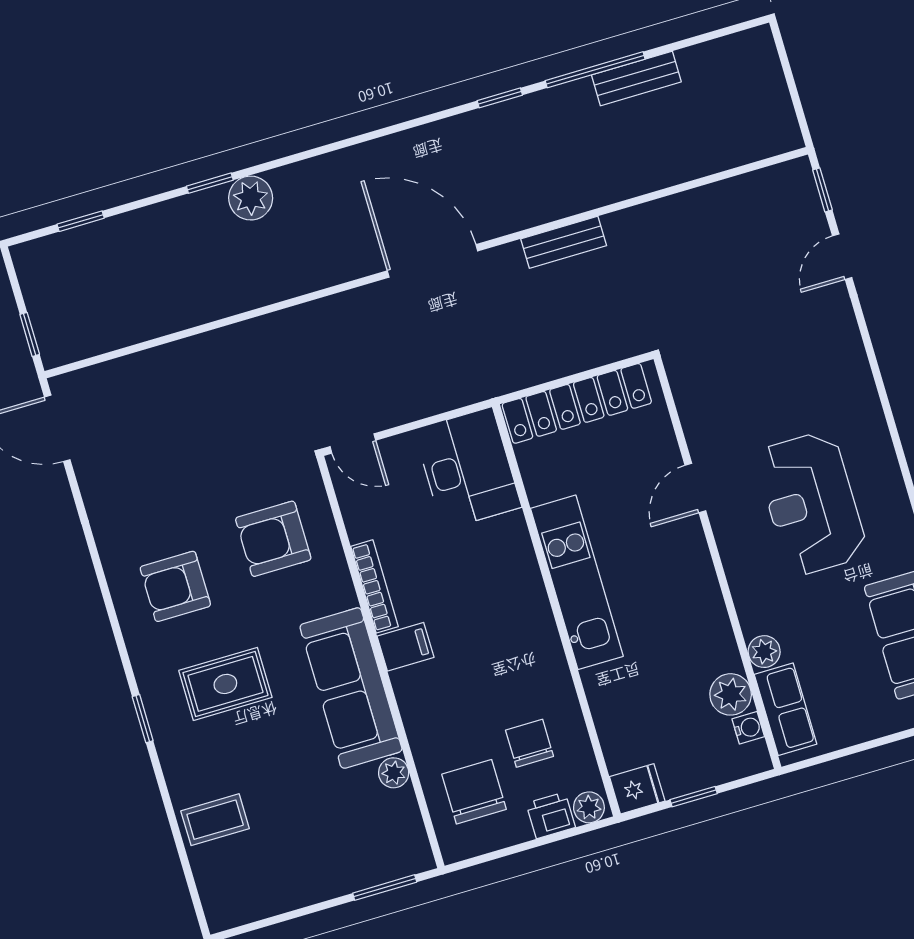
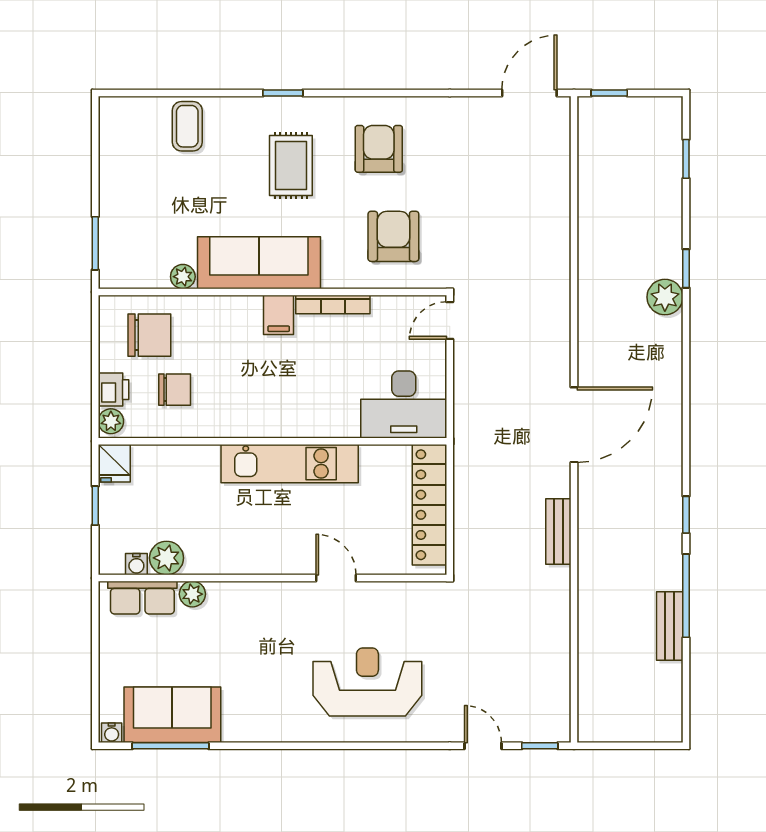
reception desk: (811, 503) -> (367, 682), moved

